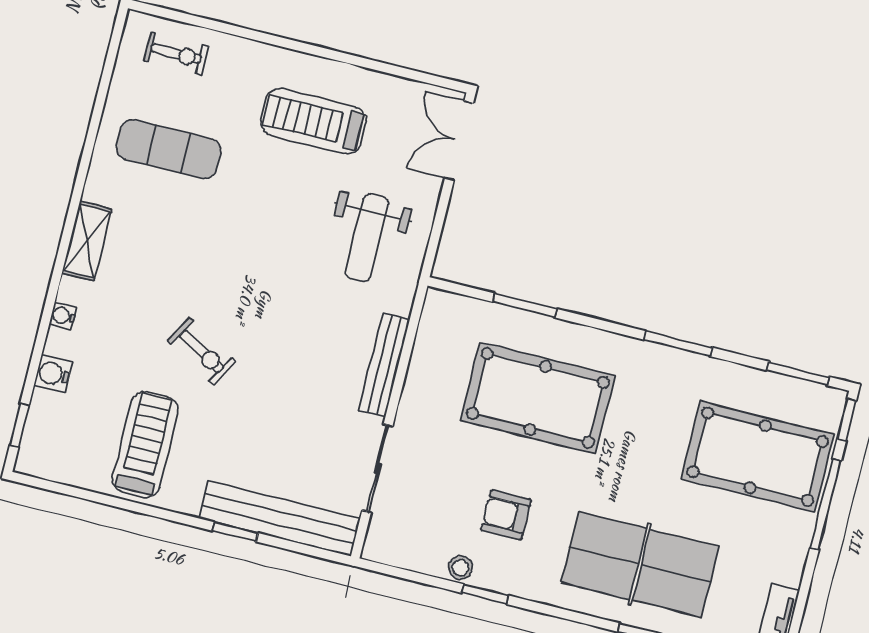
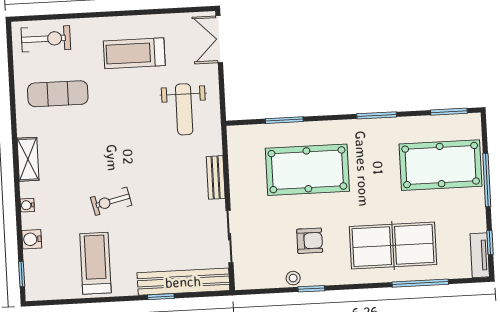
exercise bike: (176, 54) -> (46, 39), width x1.38, depth x1.39
exercise bike: (202, 351) -> (111, 201), turned 137
bench: (384, 365) -> (216, 177), width x0.73
window: (847, 420) -> (490, 242), moved
armchair: (506, 515) -> (310, 241), turned 180

